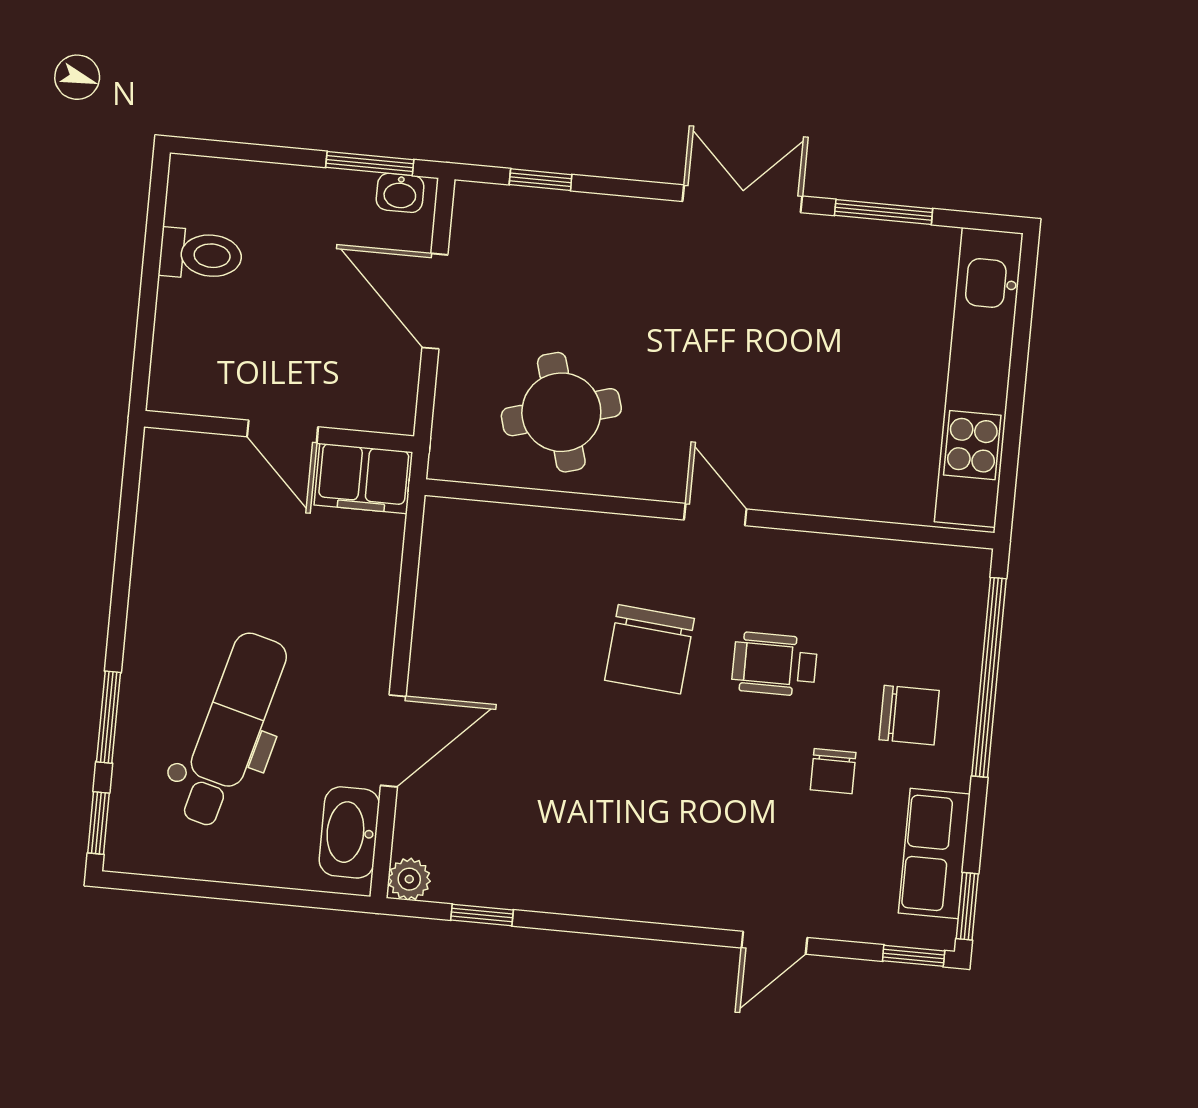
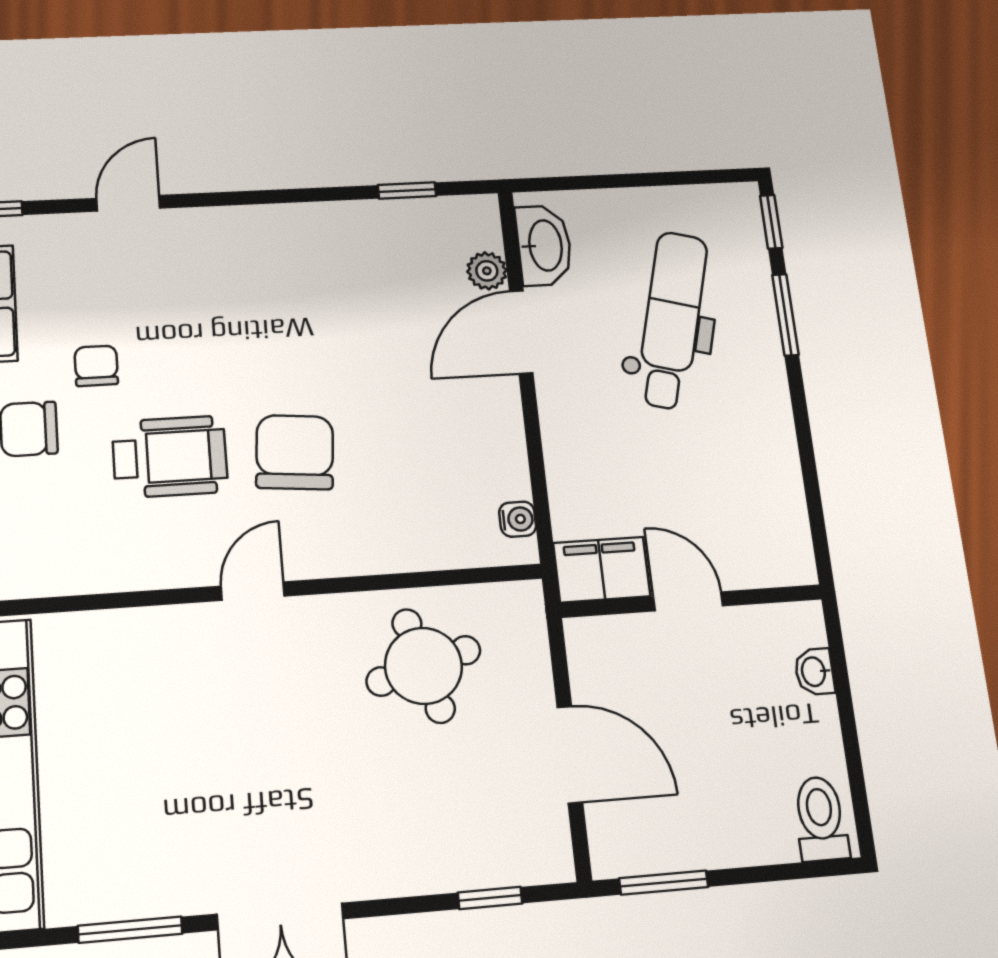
washbasin: (400, 193) -> (814, 672), moved, turned -90
toilet: (201, 255) -> (821, 819), moved, turned 90
door: (715, 514) -> (253, 591), swing flipped
water cooler: (438, 544) -> (518, 519), added
wheelchair: (775, 664) -> (170, 457), width x1.36, depth x1.37
dental chair: (231, 730) -> (672, 320), turned 180
plant: (409, 879) -> (487, 271), moved

